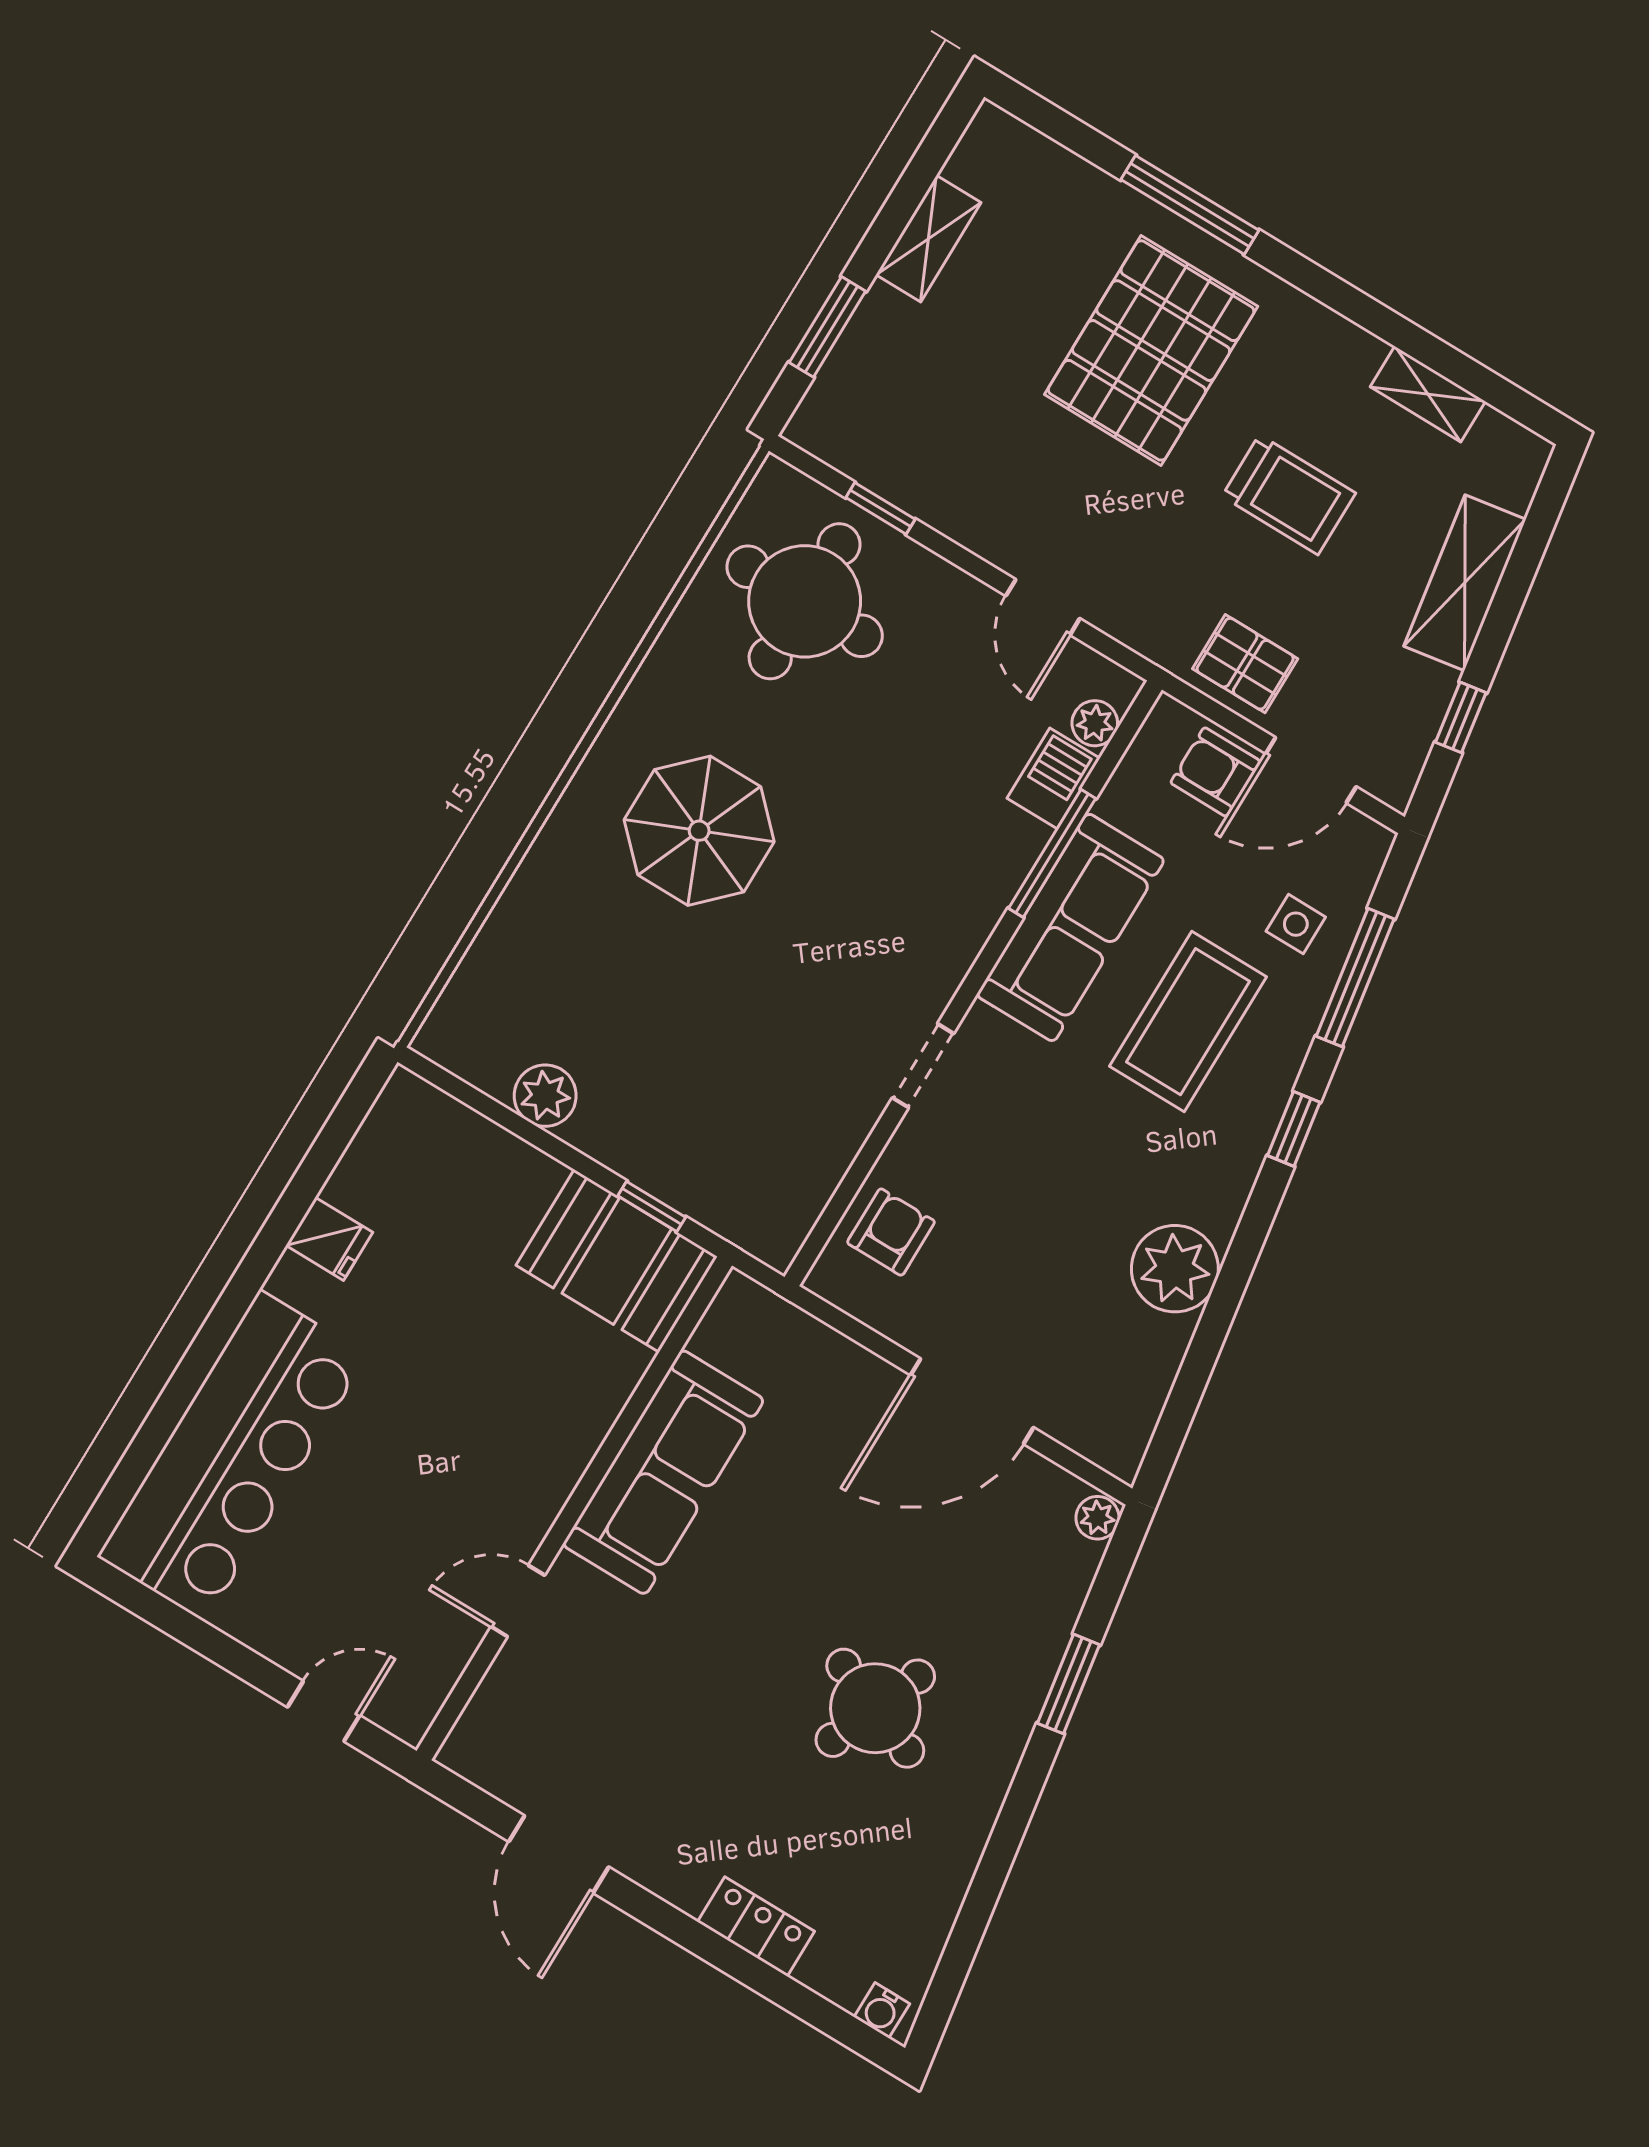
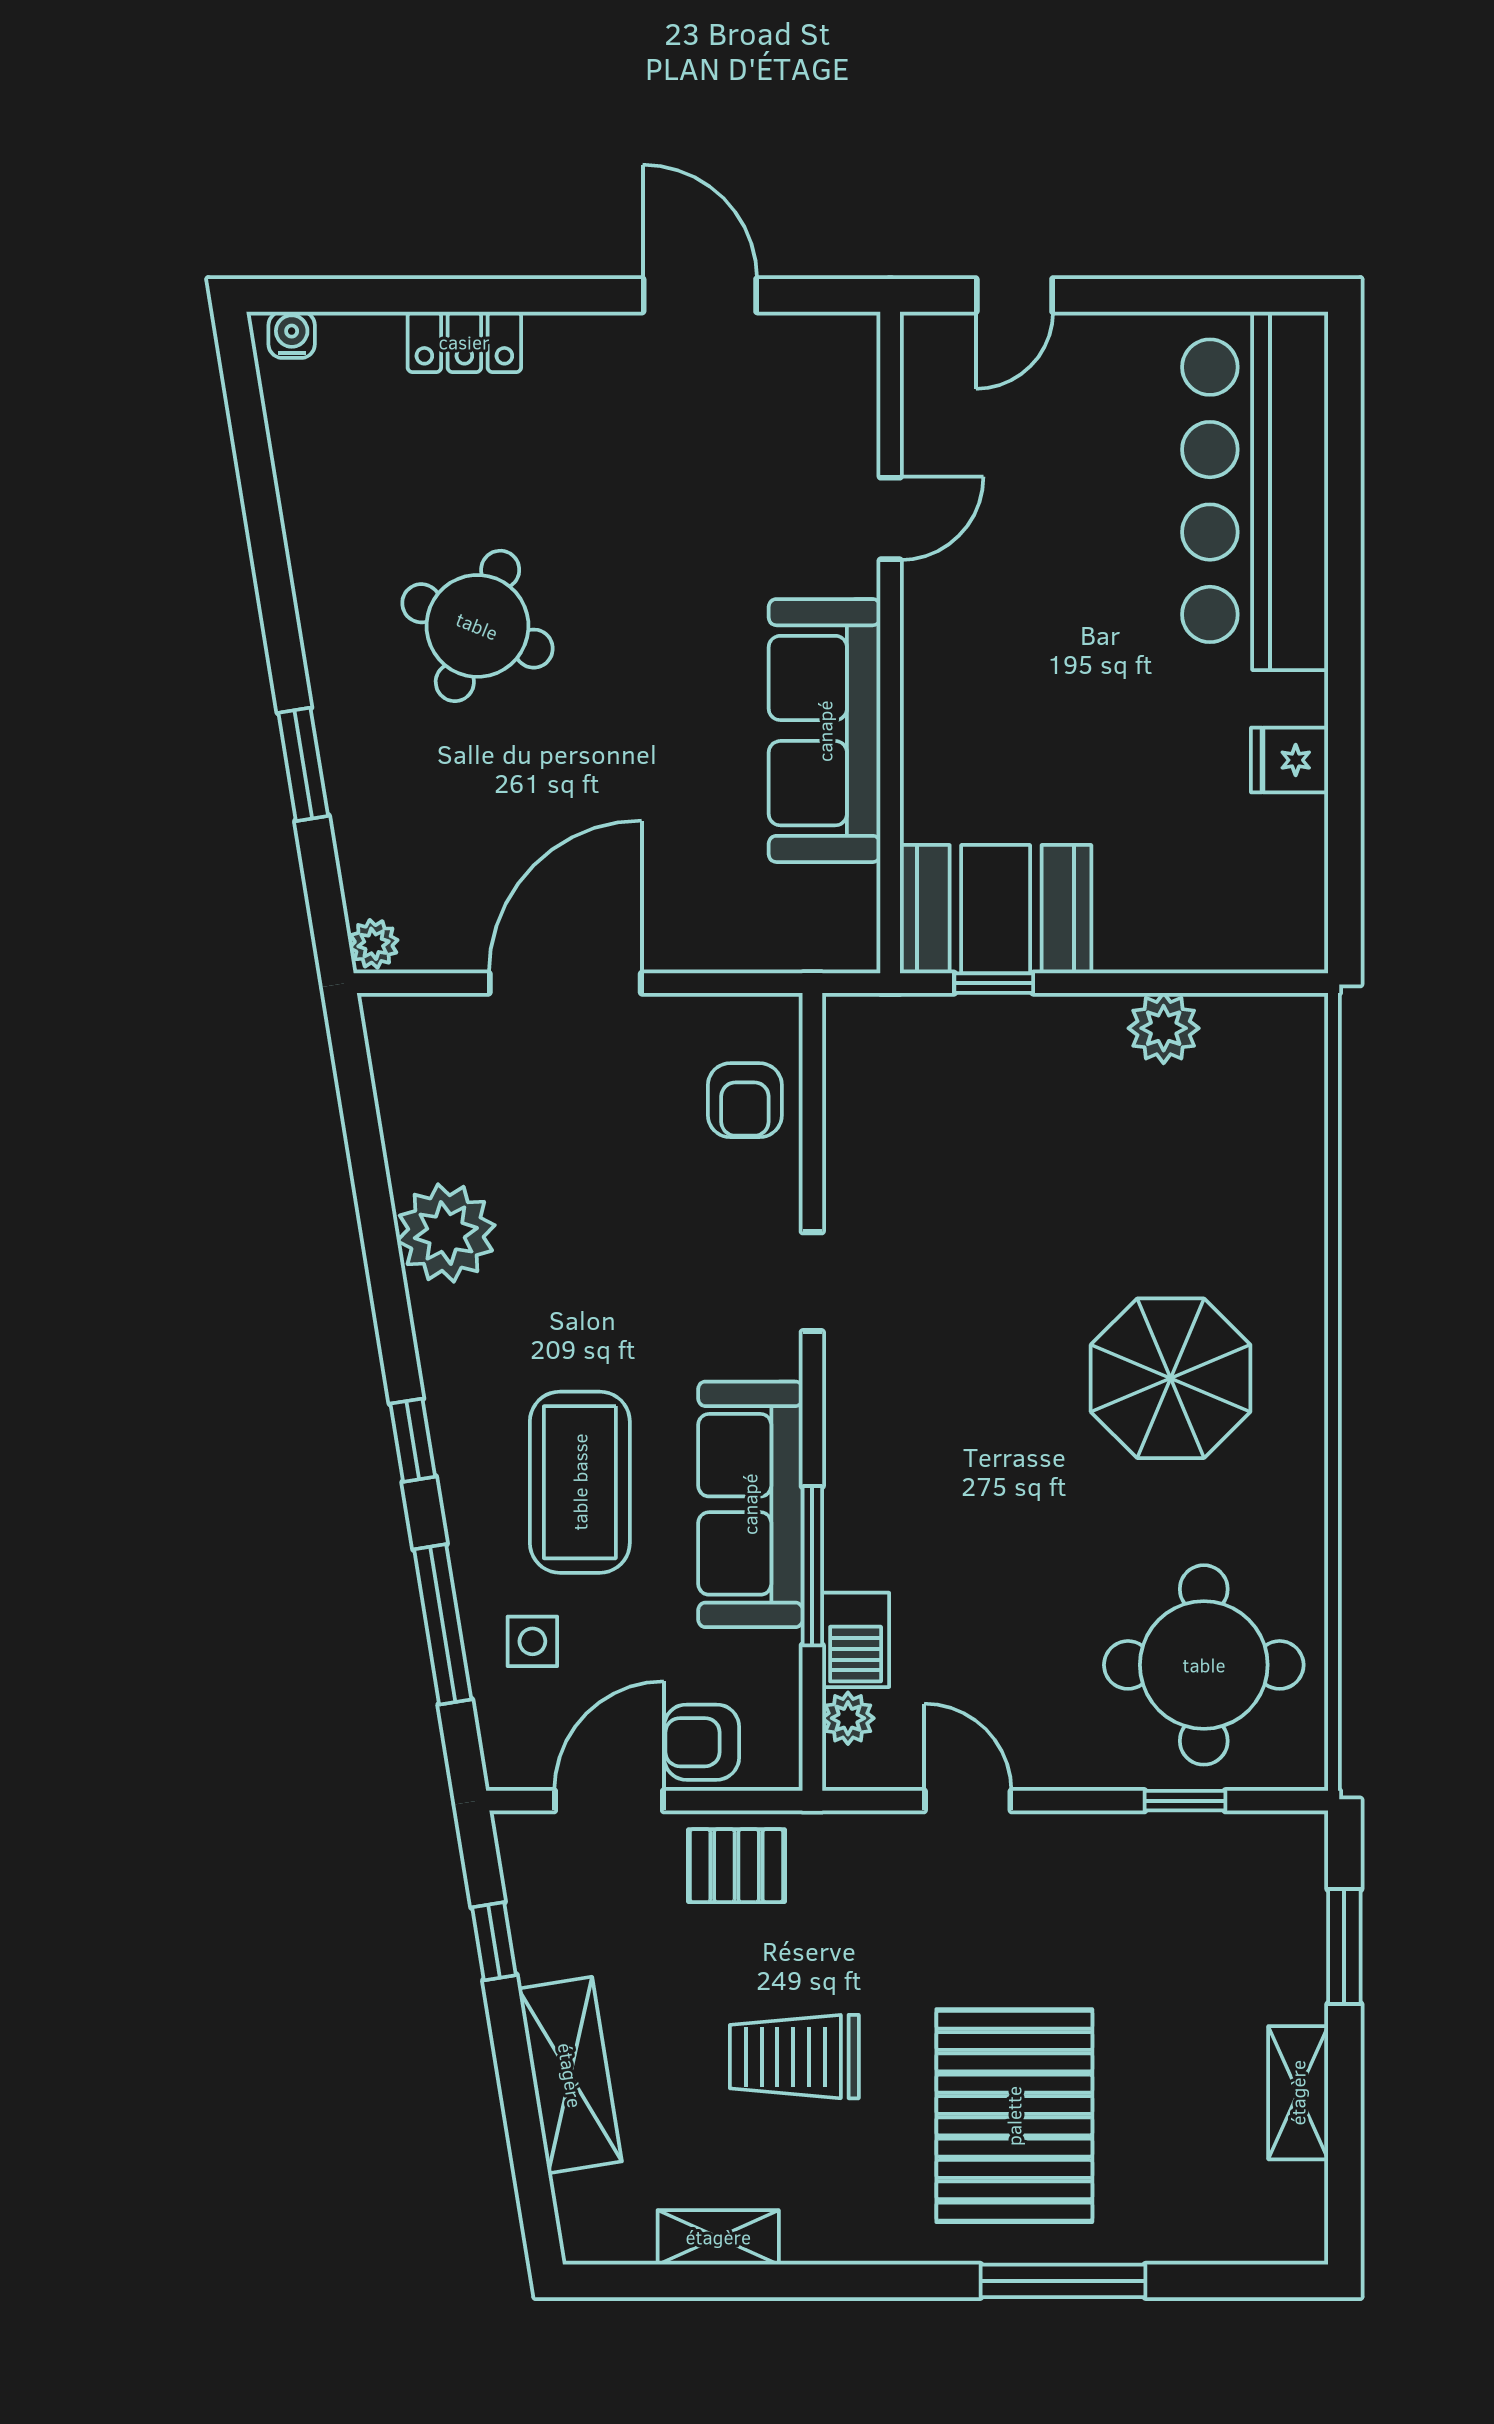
armchair: (1215, 772) -> (702, 1742), turned 180

